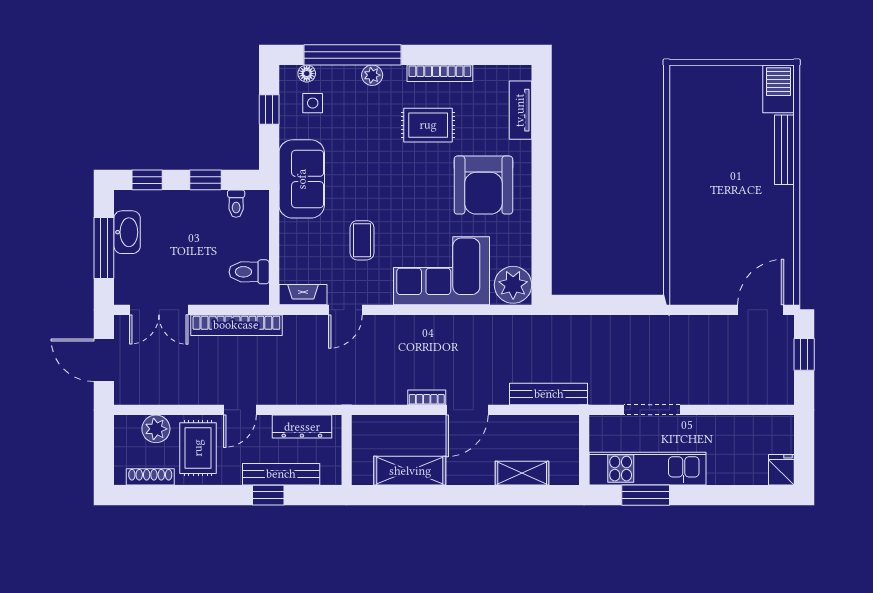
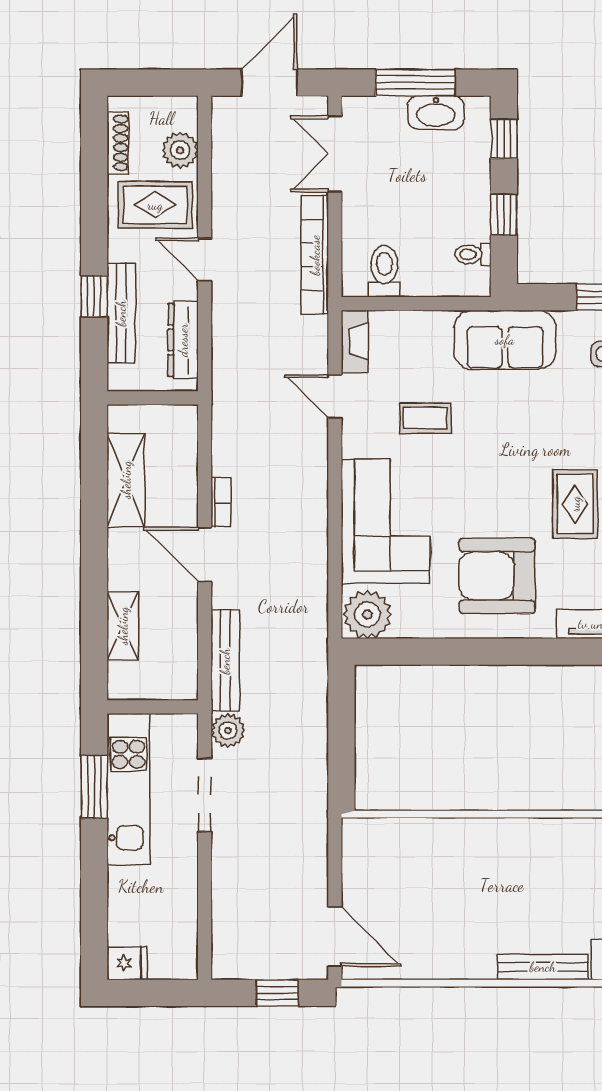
plant: (602, 392) -> (228, 730), added

